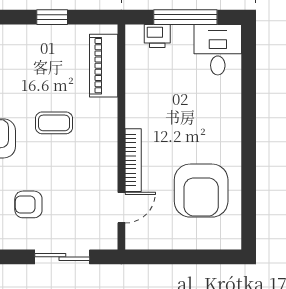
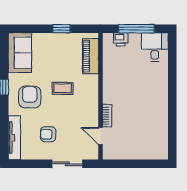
bookcase: (133, 160) -> (107, 116), width x0.64
armchair: (201, 191) -> (145, 126), removed
door: (121, 208) -> (101, 136), swing flipped

